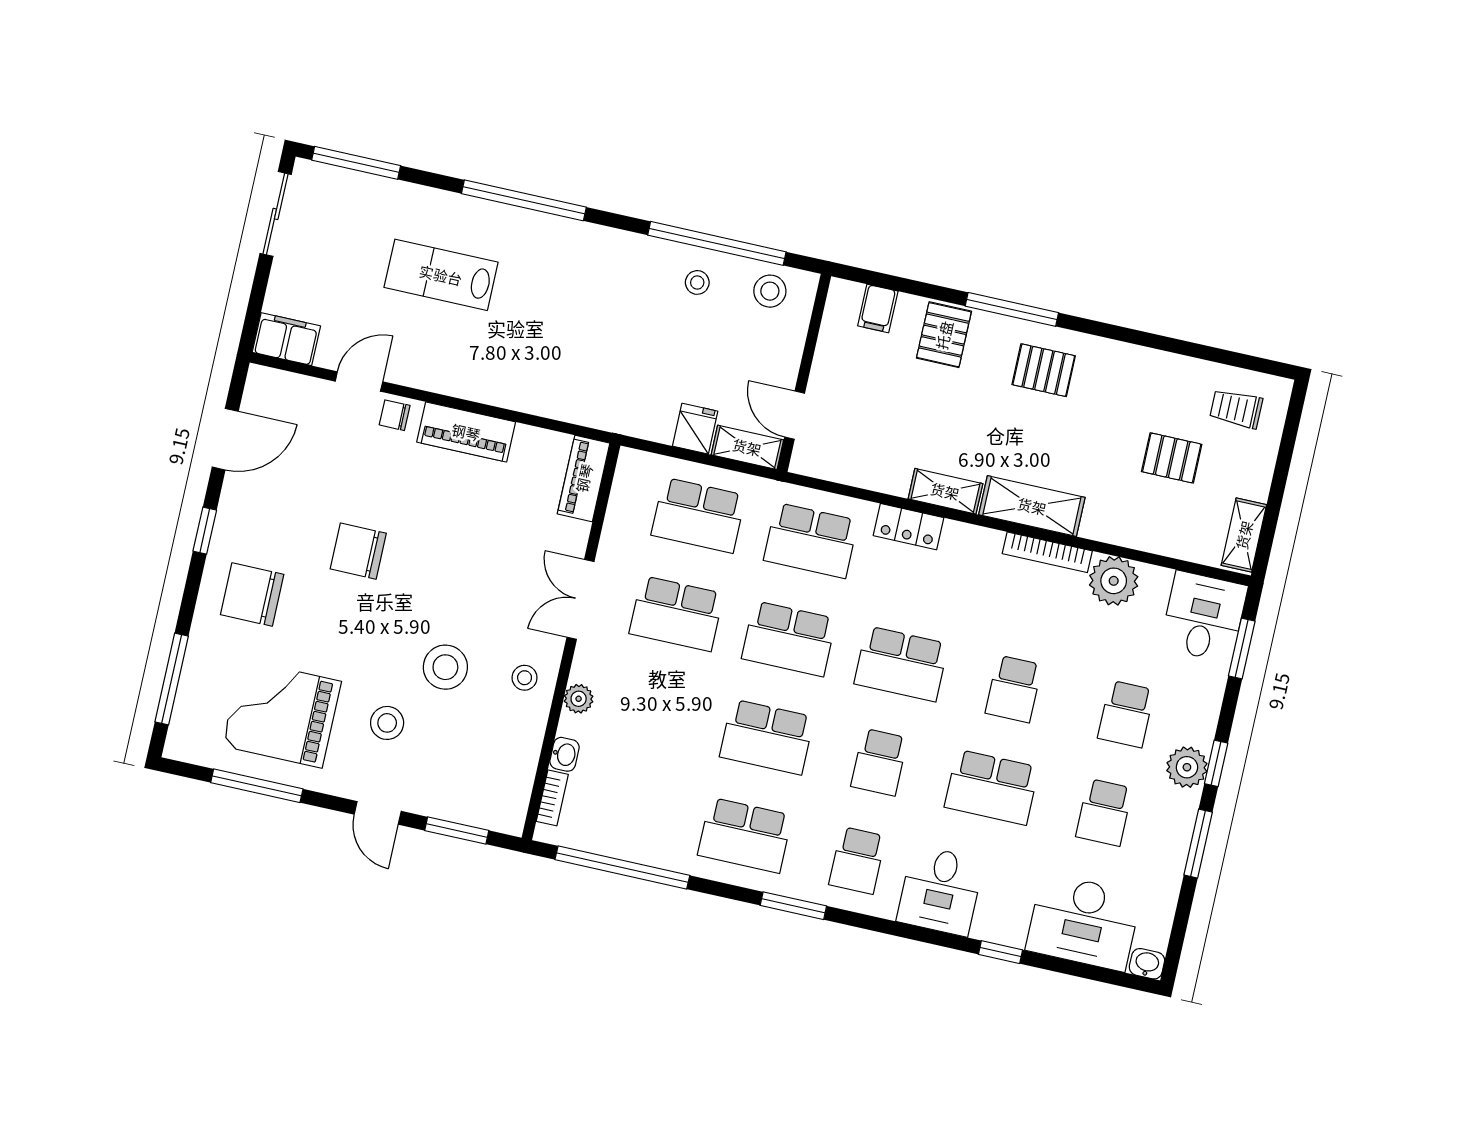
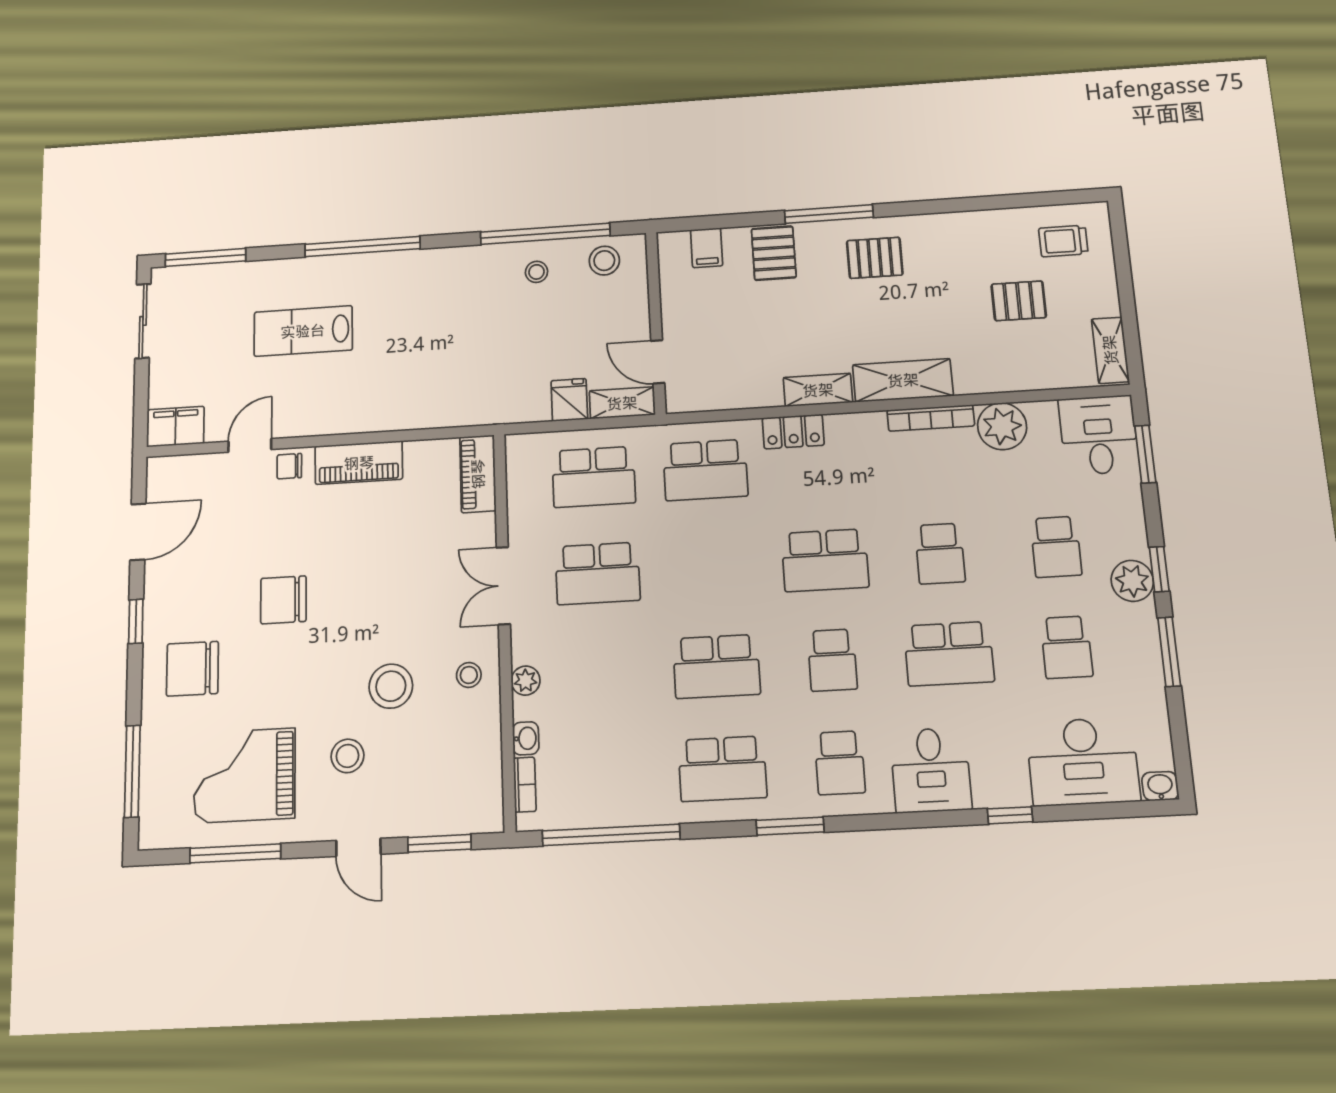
school desk: (789, 639) -> (711, 567), removed

